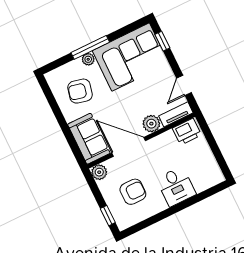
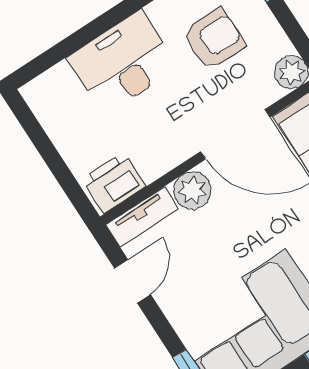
desk: (176, 186) -> (123, 62), width x1.37
armchair: (133, 192) -> (214, 39), turned 180

